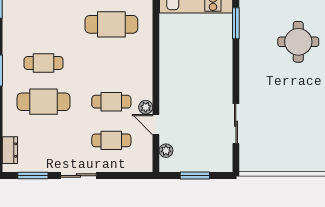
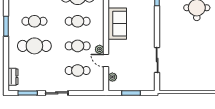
cafe table: (111, 63) -> (78, 21), added
sofa: (173, 67) -> (117, 24), added

